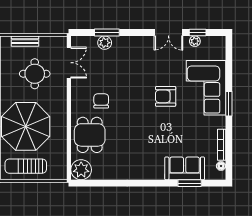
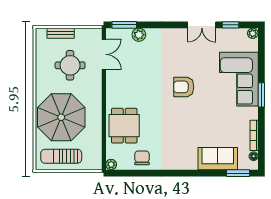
window: (107, 33) -> (124, 25), moved
plant: (195, 41) -> (253, 33), moved
armchair: (166, 96) -> (184, 87), moved
chair: (101, 101) -> (142, 158), moved
plant: (81, 170) -> (111, 165), width x0.53, depth x0.53
window: (190, 183) -> (238, 173), moved

